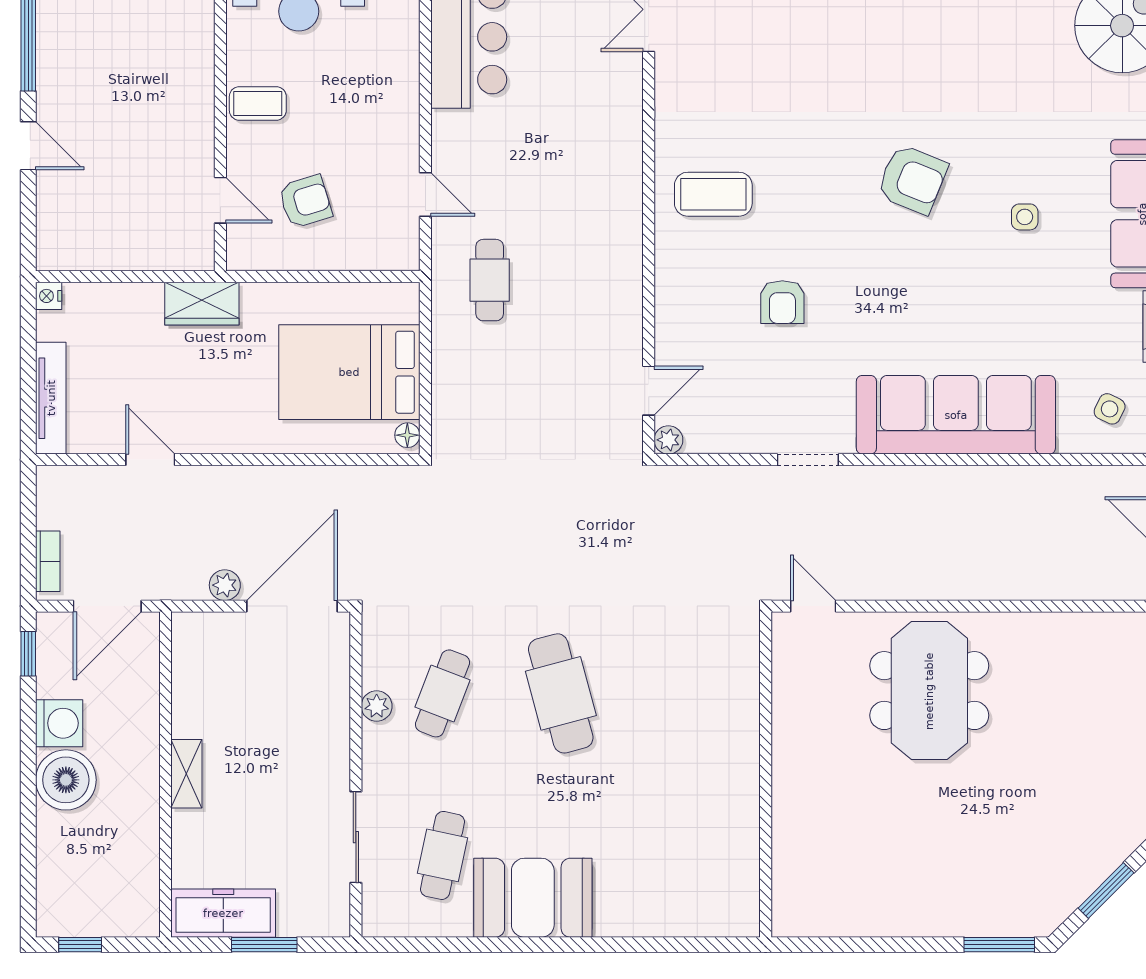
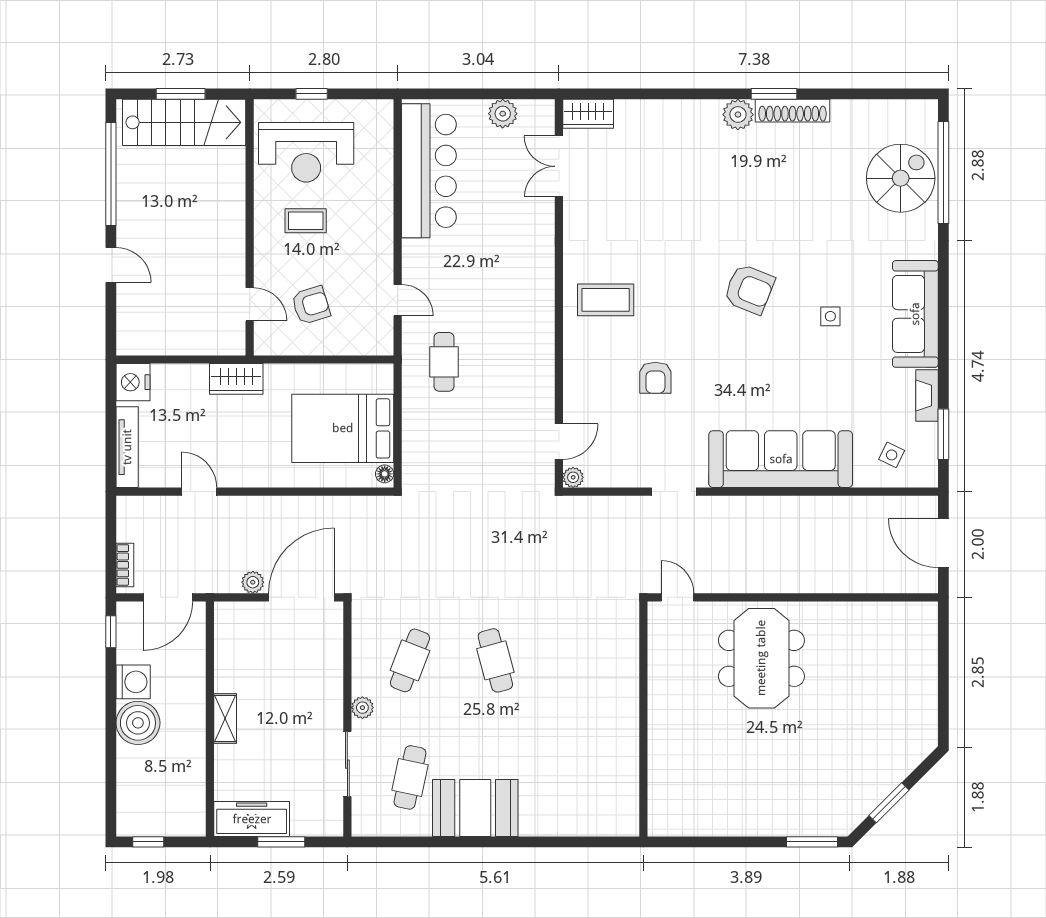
coffee table: (258, 103) -> (306, 221), moved
nightstand: (49, 296) -> (133, 382), width x1.89, depth x1.79
cafe table: (561, 693) -> (495, 660), width x0.73, depth x0.74
plant: (377, 706) -> (362, 708), moved

